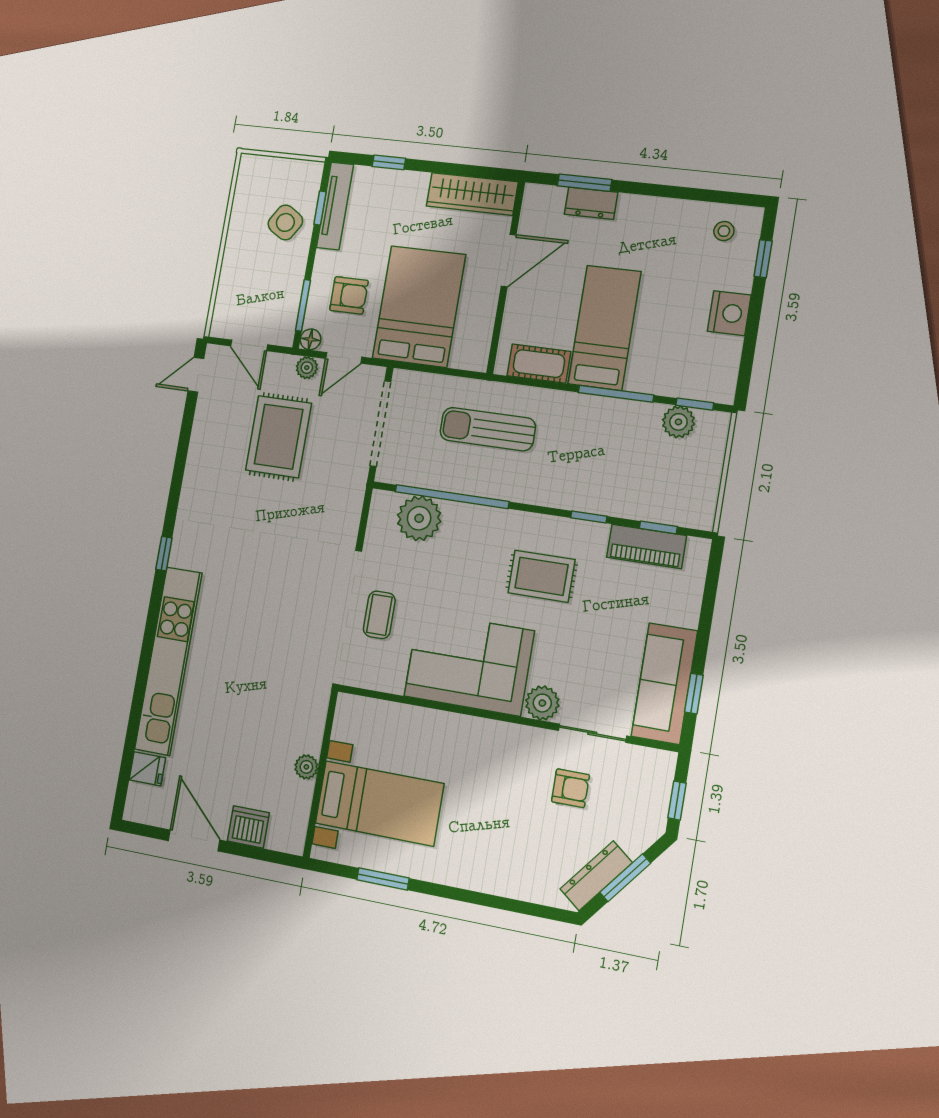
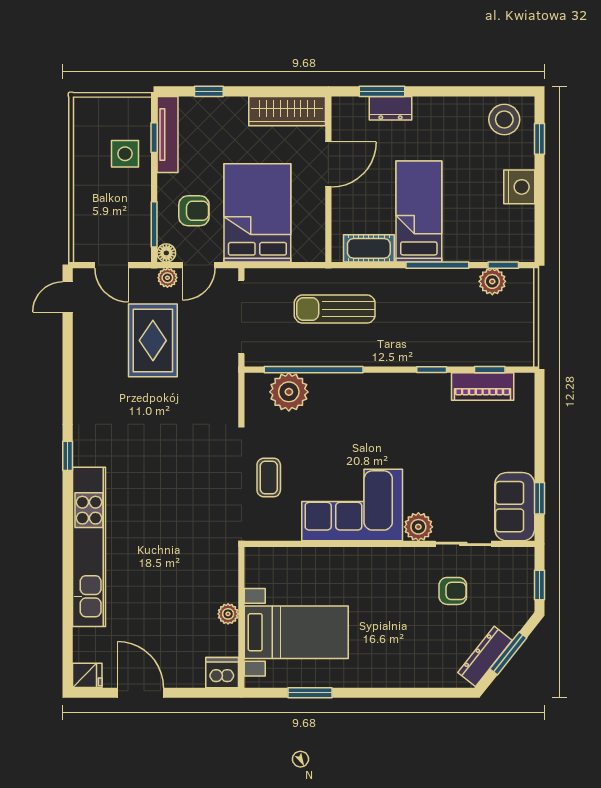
side table: (285, 222) -> (125, 154), turned -32
stool: (724, 231) -> (504, 120), width x1.89, depth x1.89
rug: (541, 576) -> (400, 424), removed
sofa: (664, 684) -> (515, 507), width x0.73
fridge: (147, 769) -> (87, 675), moved
dishwasher: (248, 827) -> (222, 673), moved

